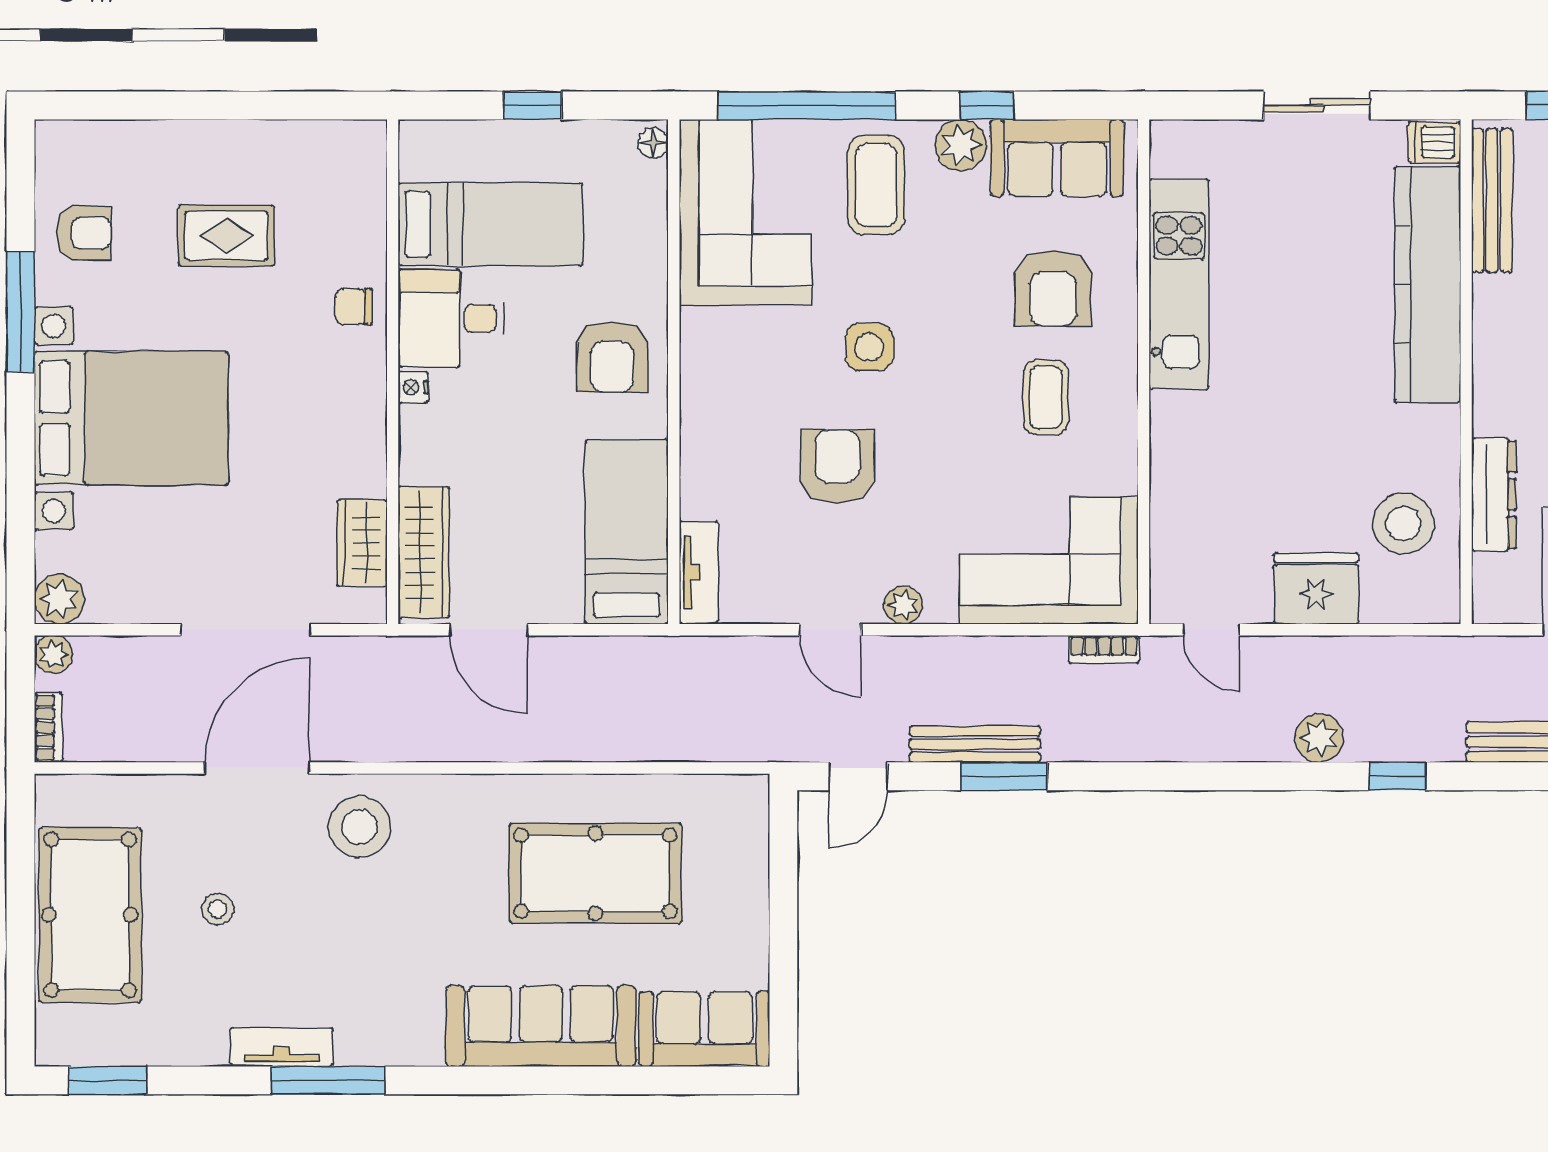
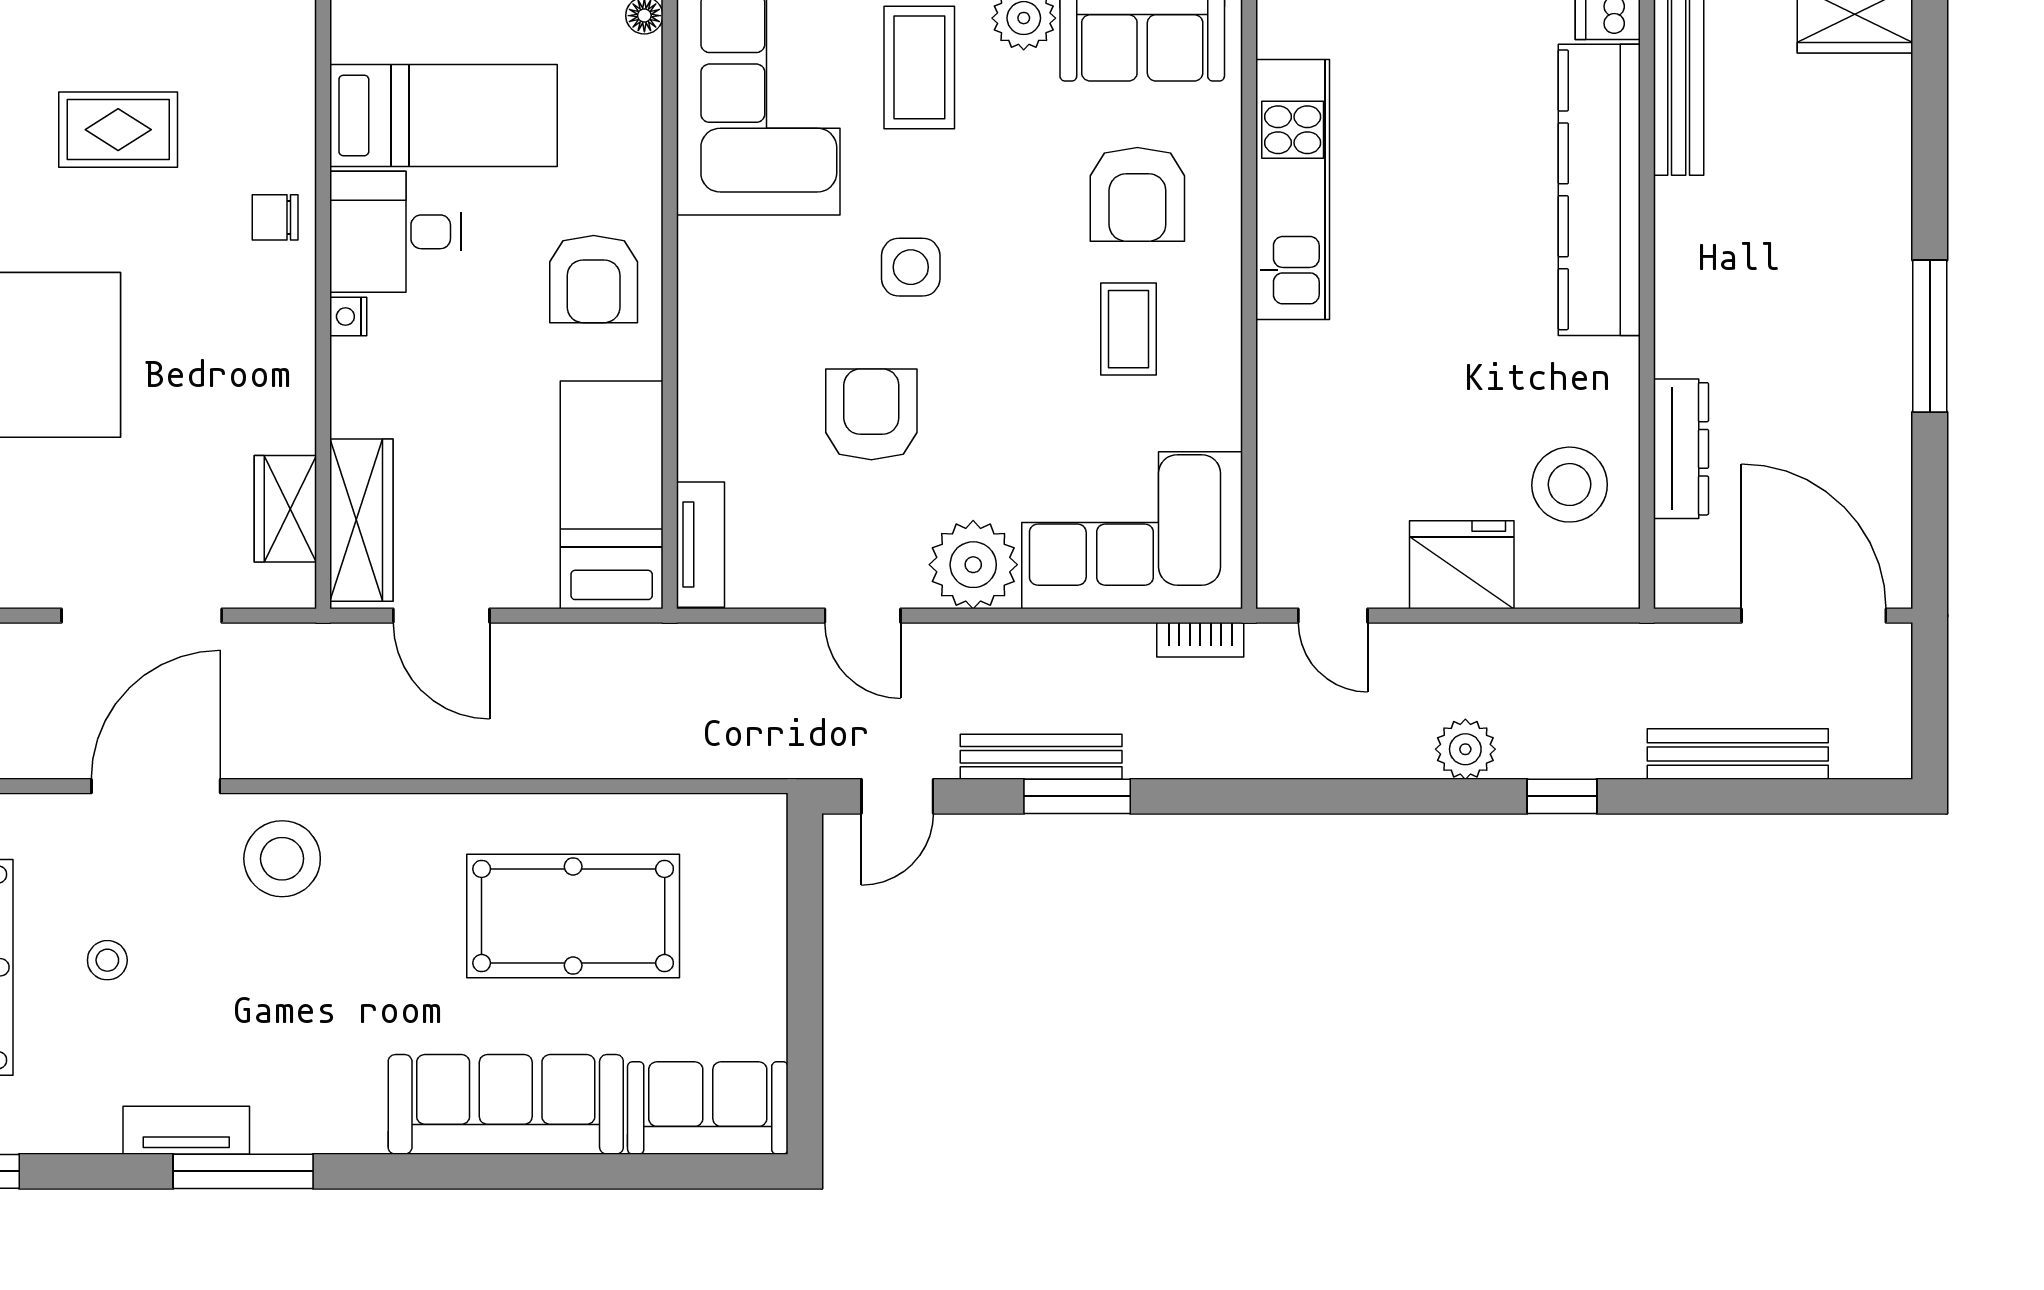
plant: (903, 605) -> (973, 565), width x1.87, depth x1.87

